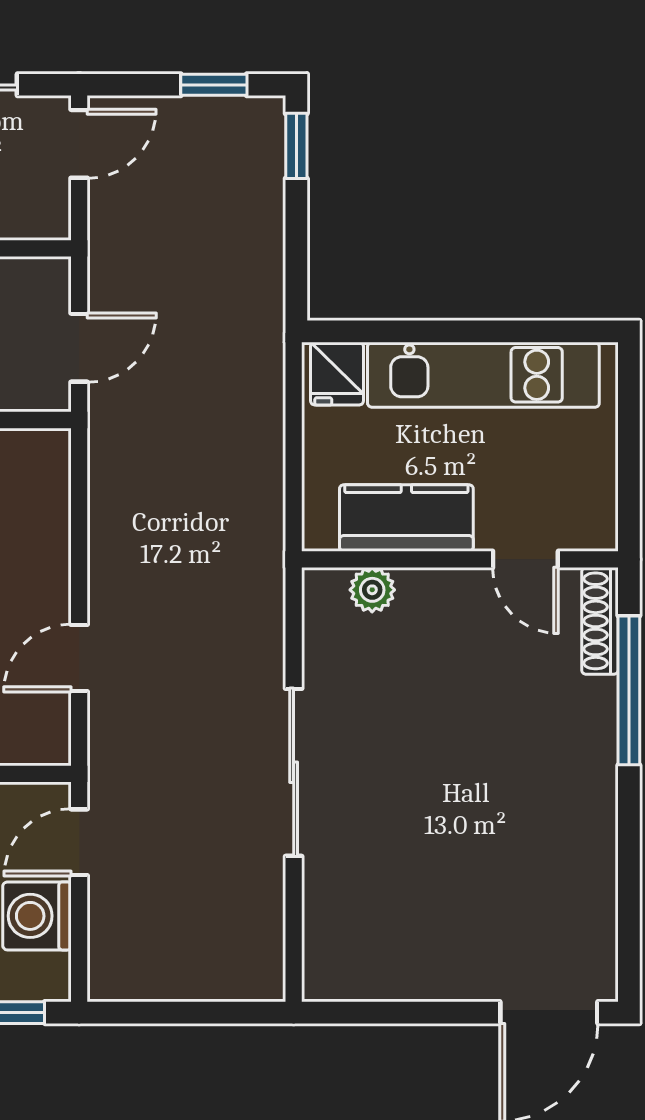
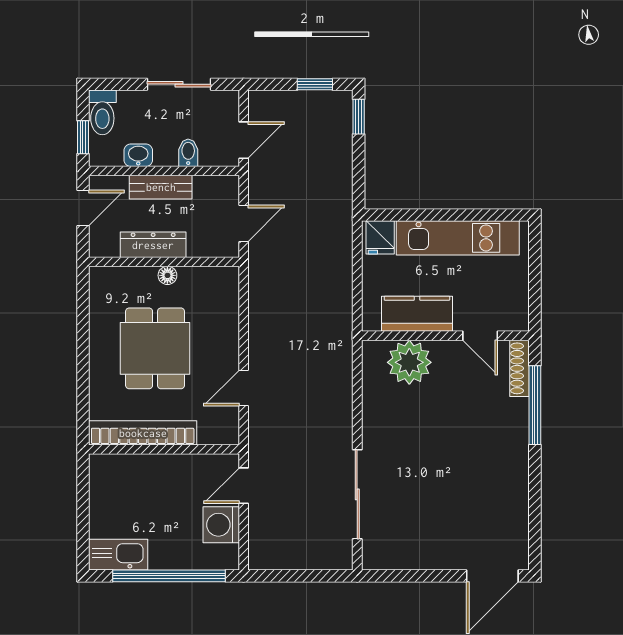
door: (79, 144) -> (244, 140), moved
plant: (372, 590) -> (409, 362), width x1.87, depth x1.87
sliding door: (294, 772) -> (357, 494), moved

